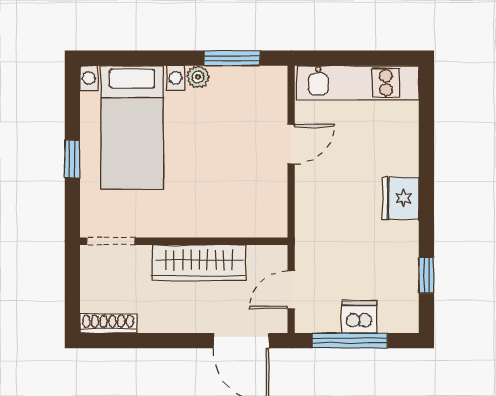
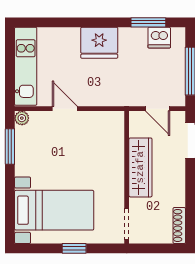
plant: (198, 77) -> (22, 118), moved
fridge: (401, 198) -> (99, 43), width x1.36, depth x1.34
window: (426, 275) -> (148, 22), width x1.50
dishwasher: (359, 317) -> (159, 38), moved, turned -90

